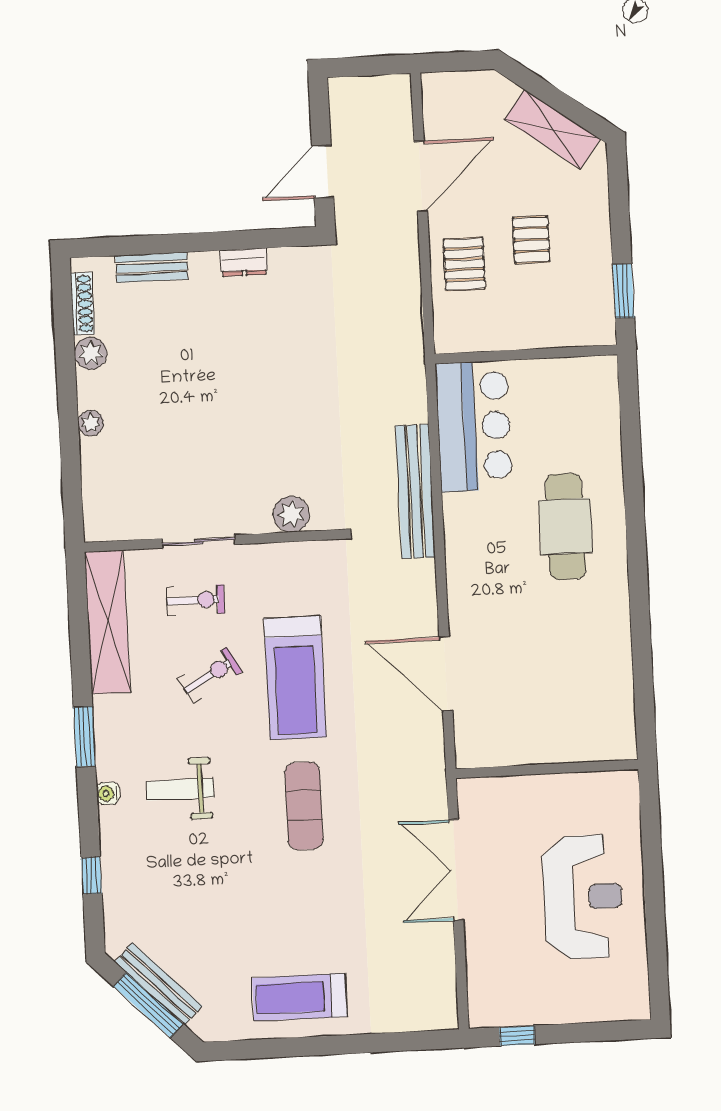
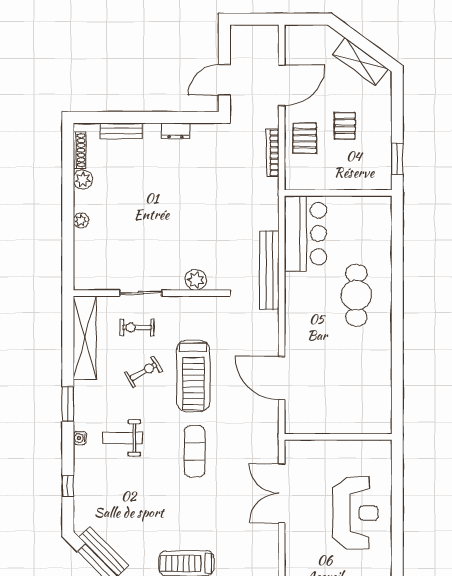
bookcase: (411, 292) -> (273, 153), added
exercise bike: (196, 600) -> (137, 327), turned 180

